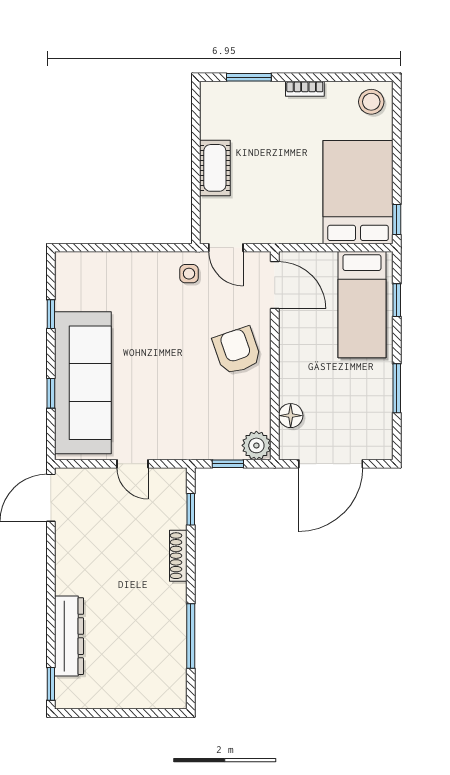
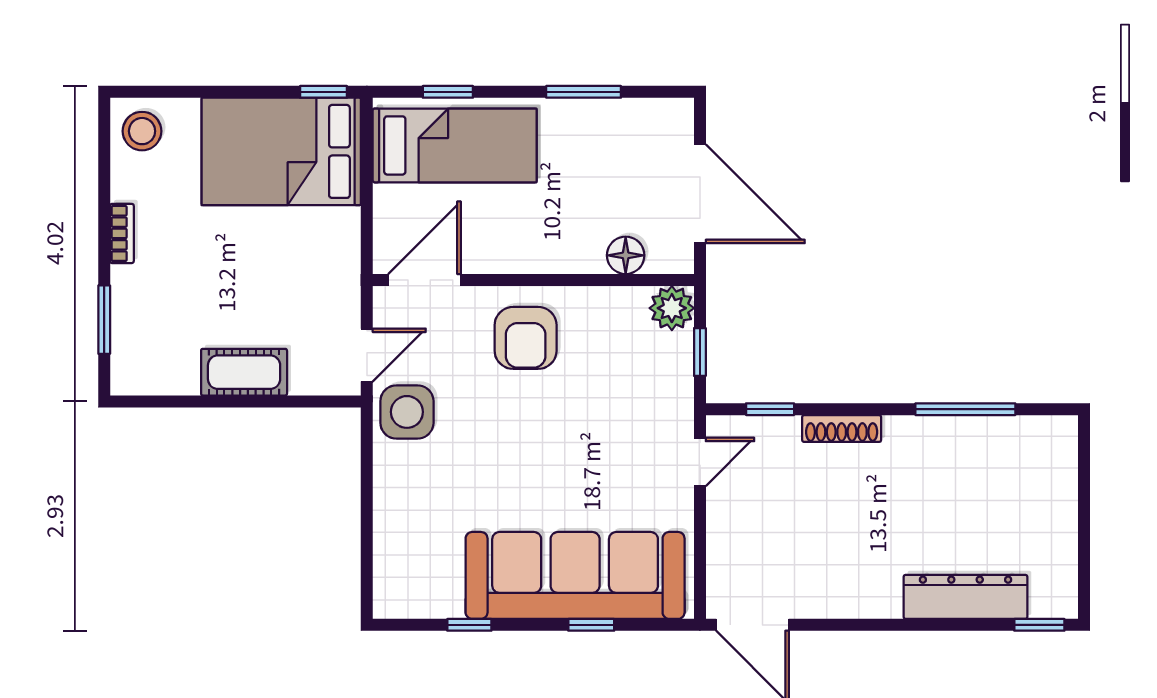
side table: (189, 274) -> (407, 412), width x1.87, depth x1.87
armchair: (237, 351) -> (526, 338), turned -71
door: (133, 464) -> (700, 462), moved

